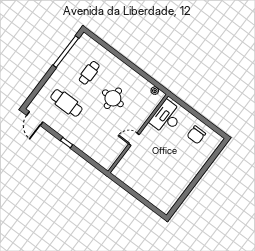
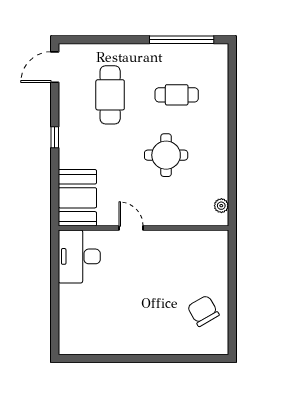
desk: (167, 117) -> (79, 256), moved, turned -90
chair: (196, 135) -> (203, 311), turned 60
booth: (102, 153) -> (77, 198), added

